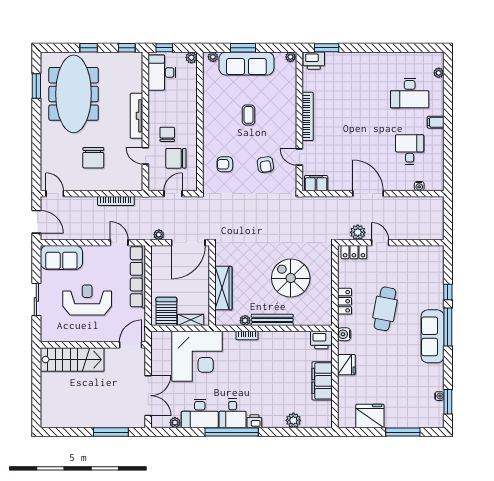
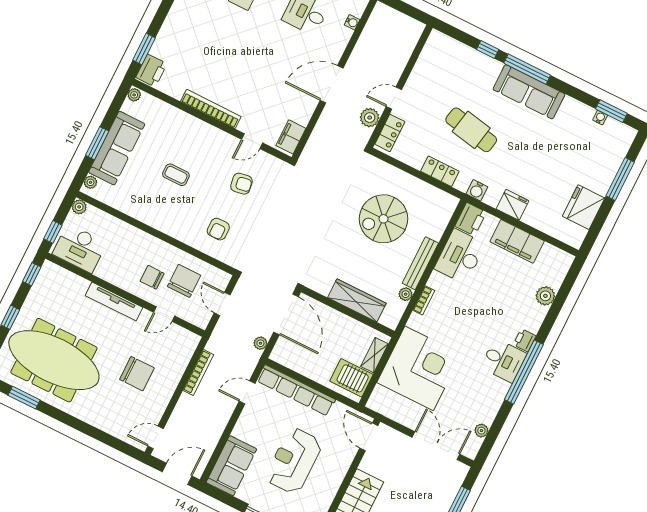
chair: (176, 158) -> (184, 281), turned 180
desk: (200, 414) -> (460, 256), moved, turned 180

